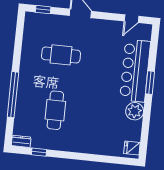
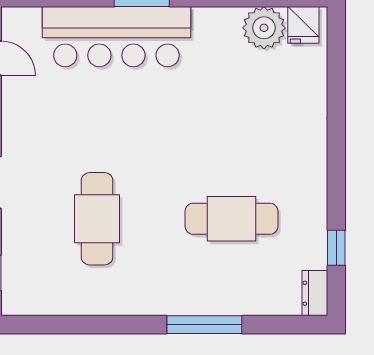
window: (13, 95) -> (204, 325), width x0.68
plant: (135, 111) -> (264, 28), moved

